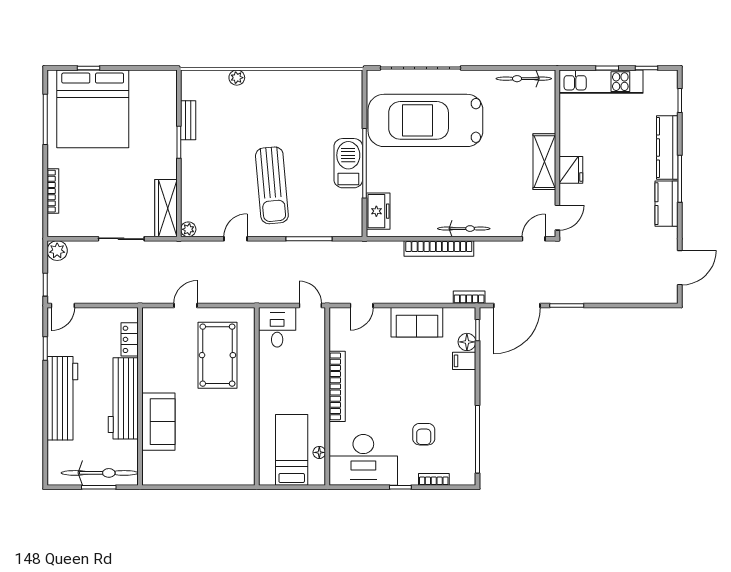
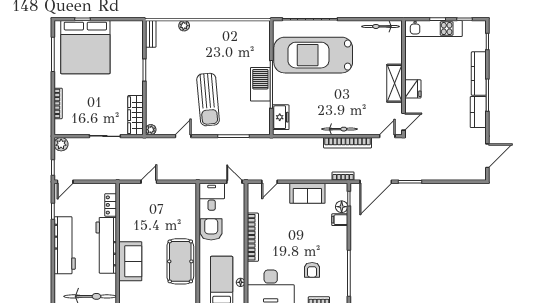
bench: (188, 120) -> (151, 34), moved
bookcase: (439, 248) -> (348, 143), moved
pool table: (217, 355) -> (180, 261), moved
armchair: (276, 375) -> (211, 229), added

